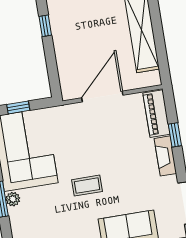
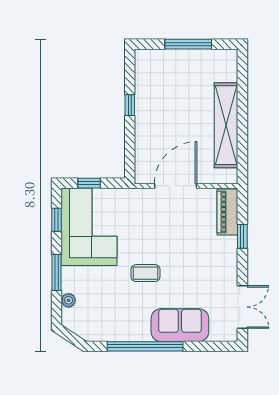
fireplace: (165, 156) -> (229, 256), removed
plant: (13, 199) -> (69, 300), moved

